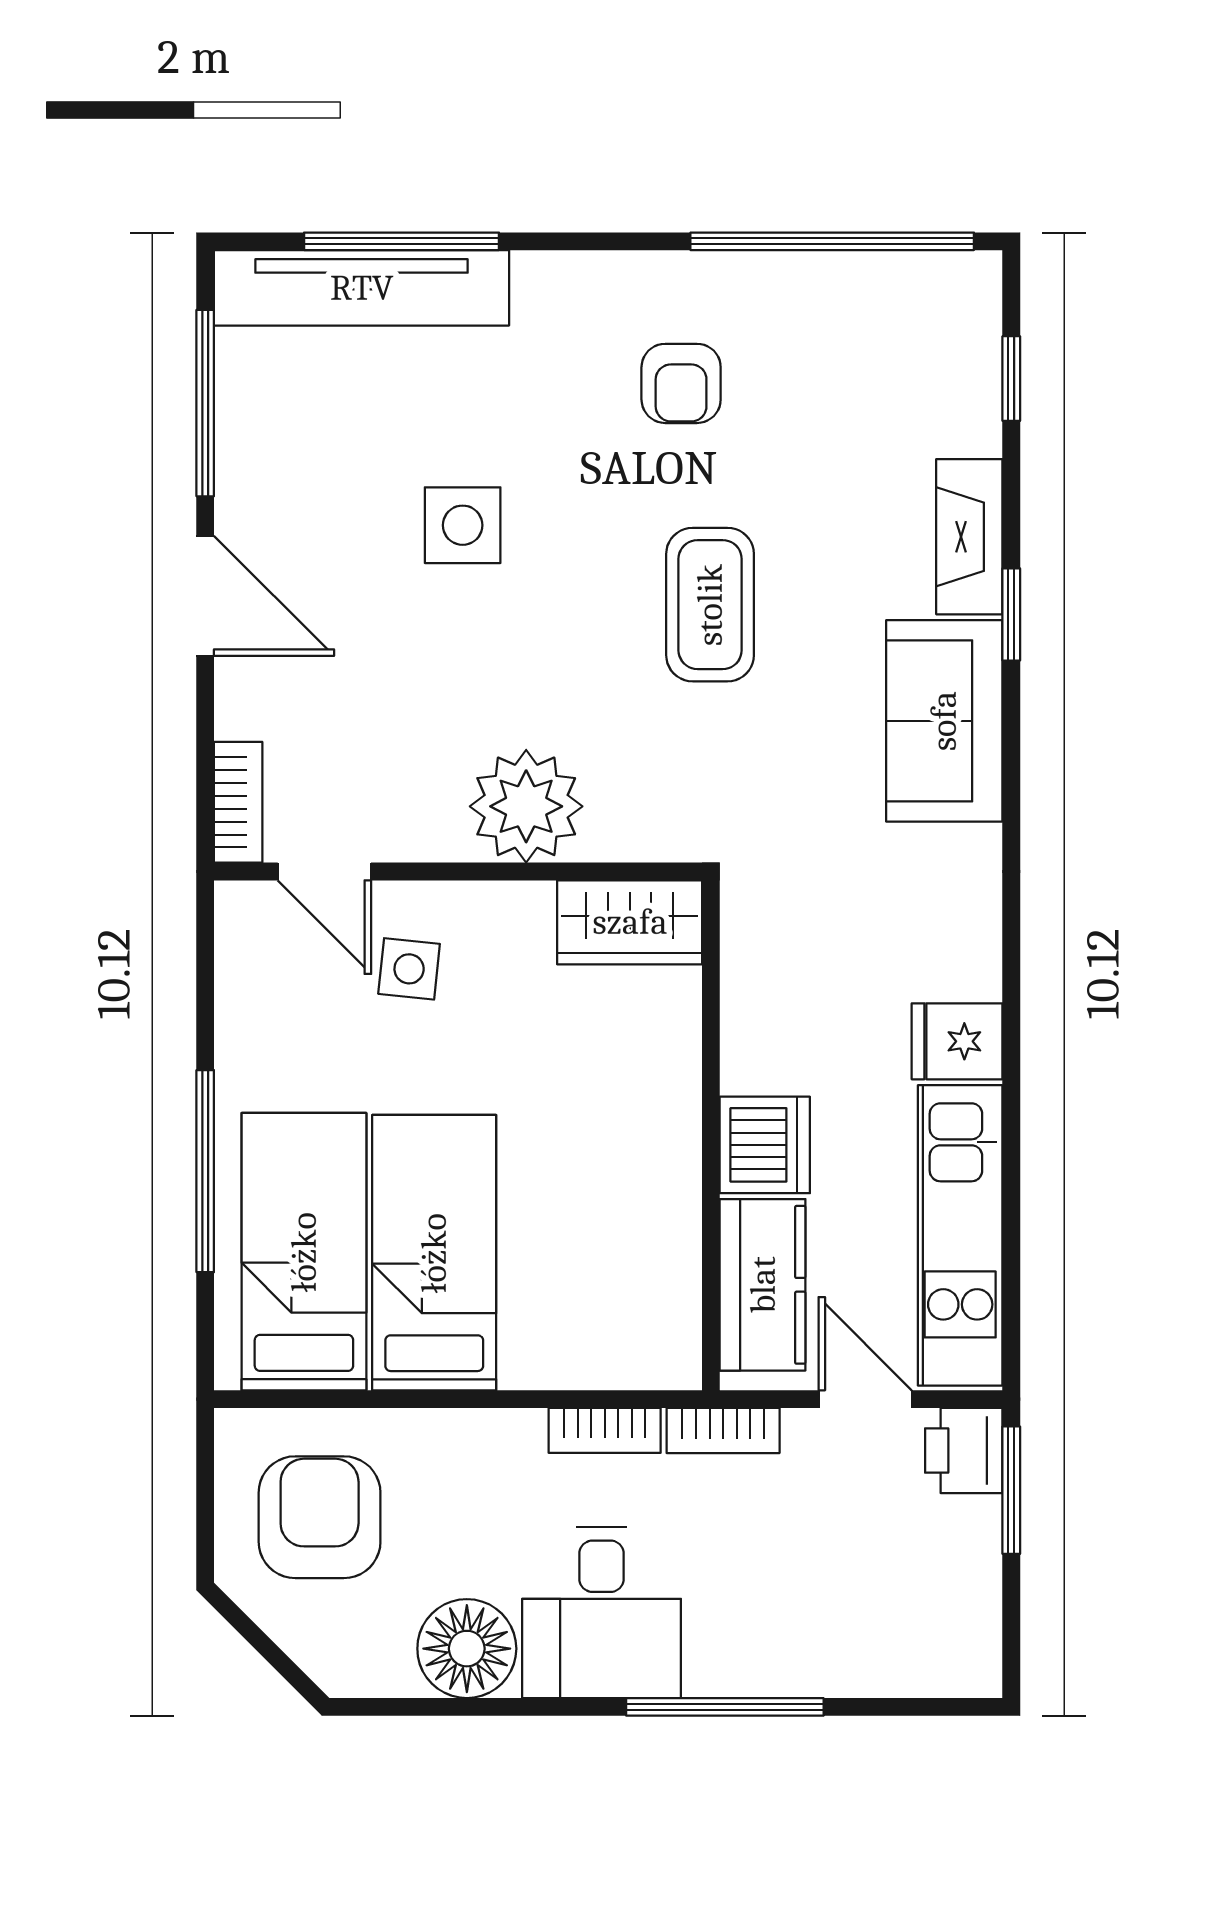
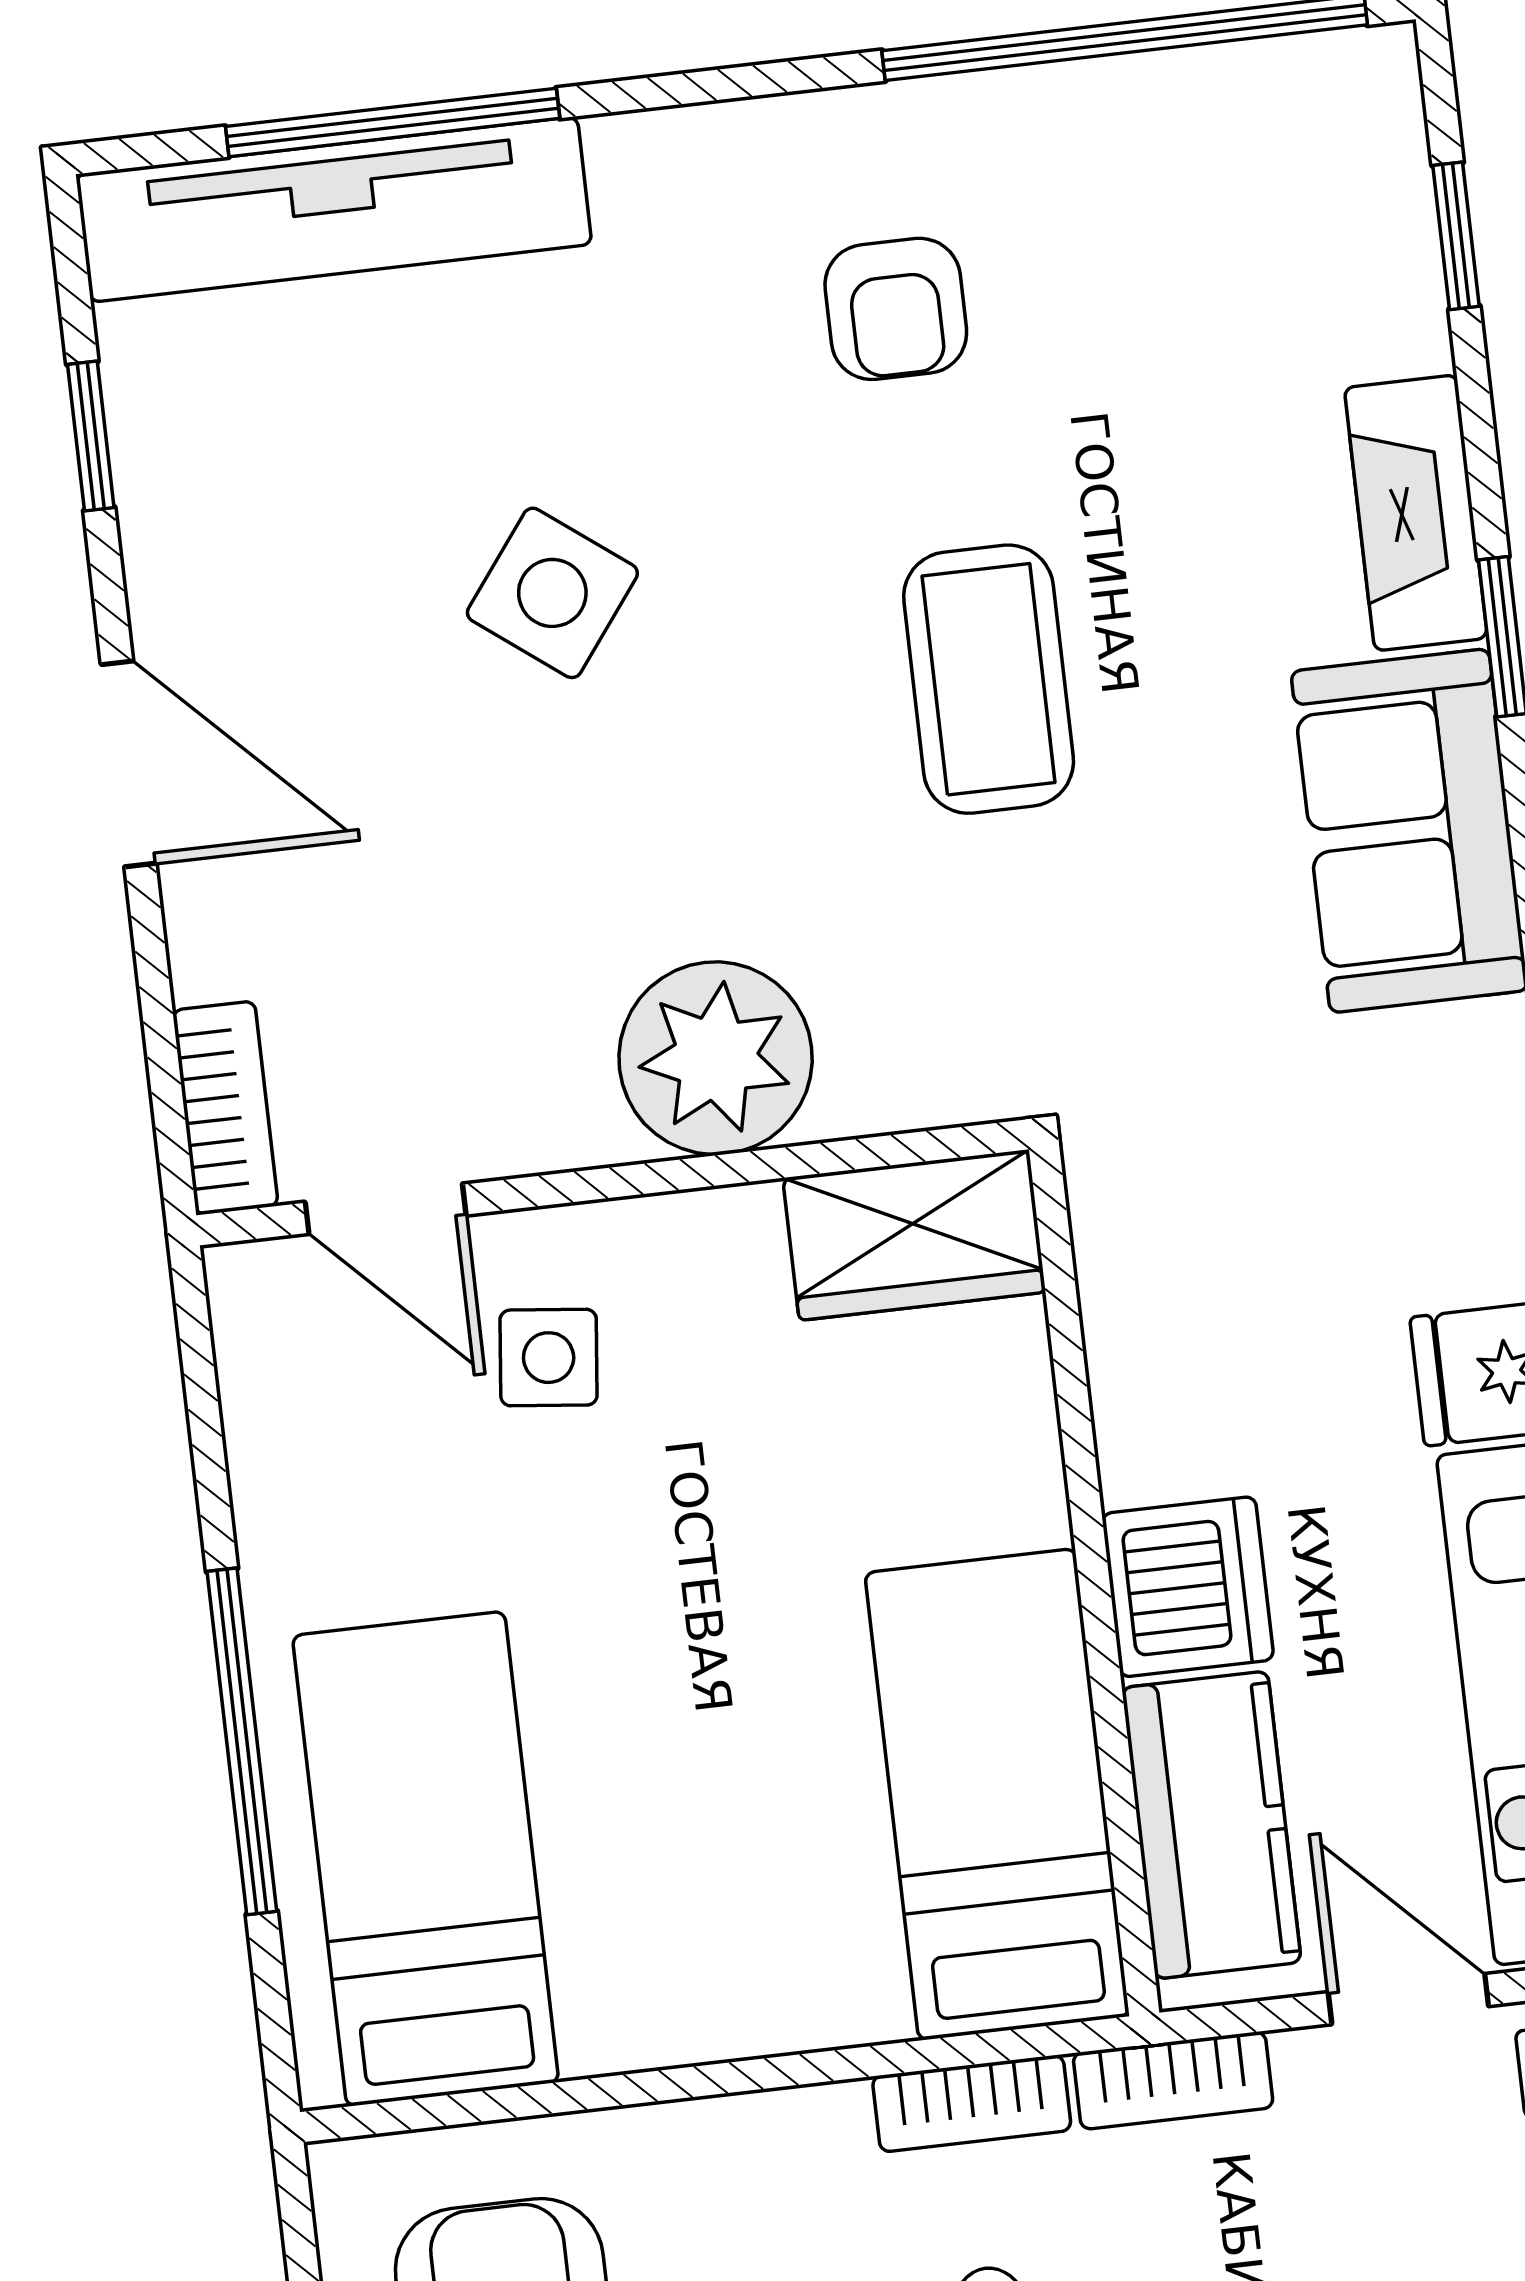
window: (205, 403) -> (91, 436), width x0.46
side table: (463, 525) -> (552, 593), turned 37
bed: (434, 1253) -> (997, 1794), moved

